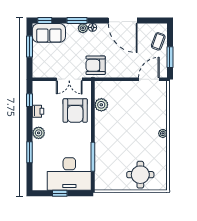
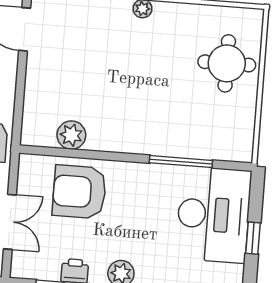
double door: (69, 79) -> (10, 222), moved
armchair: (75, 111) -> (79, 192), turned 180

